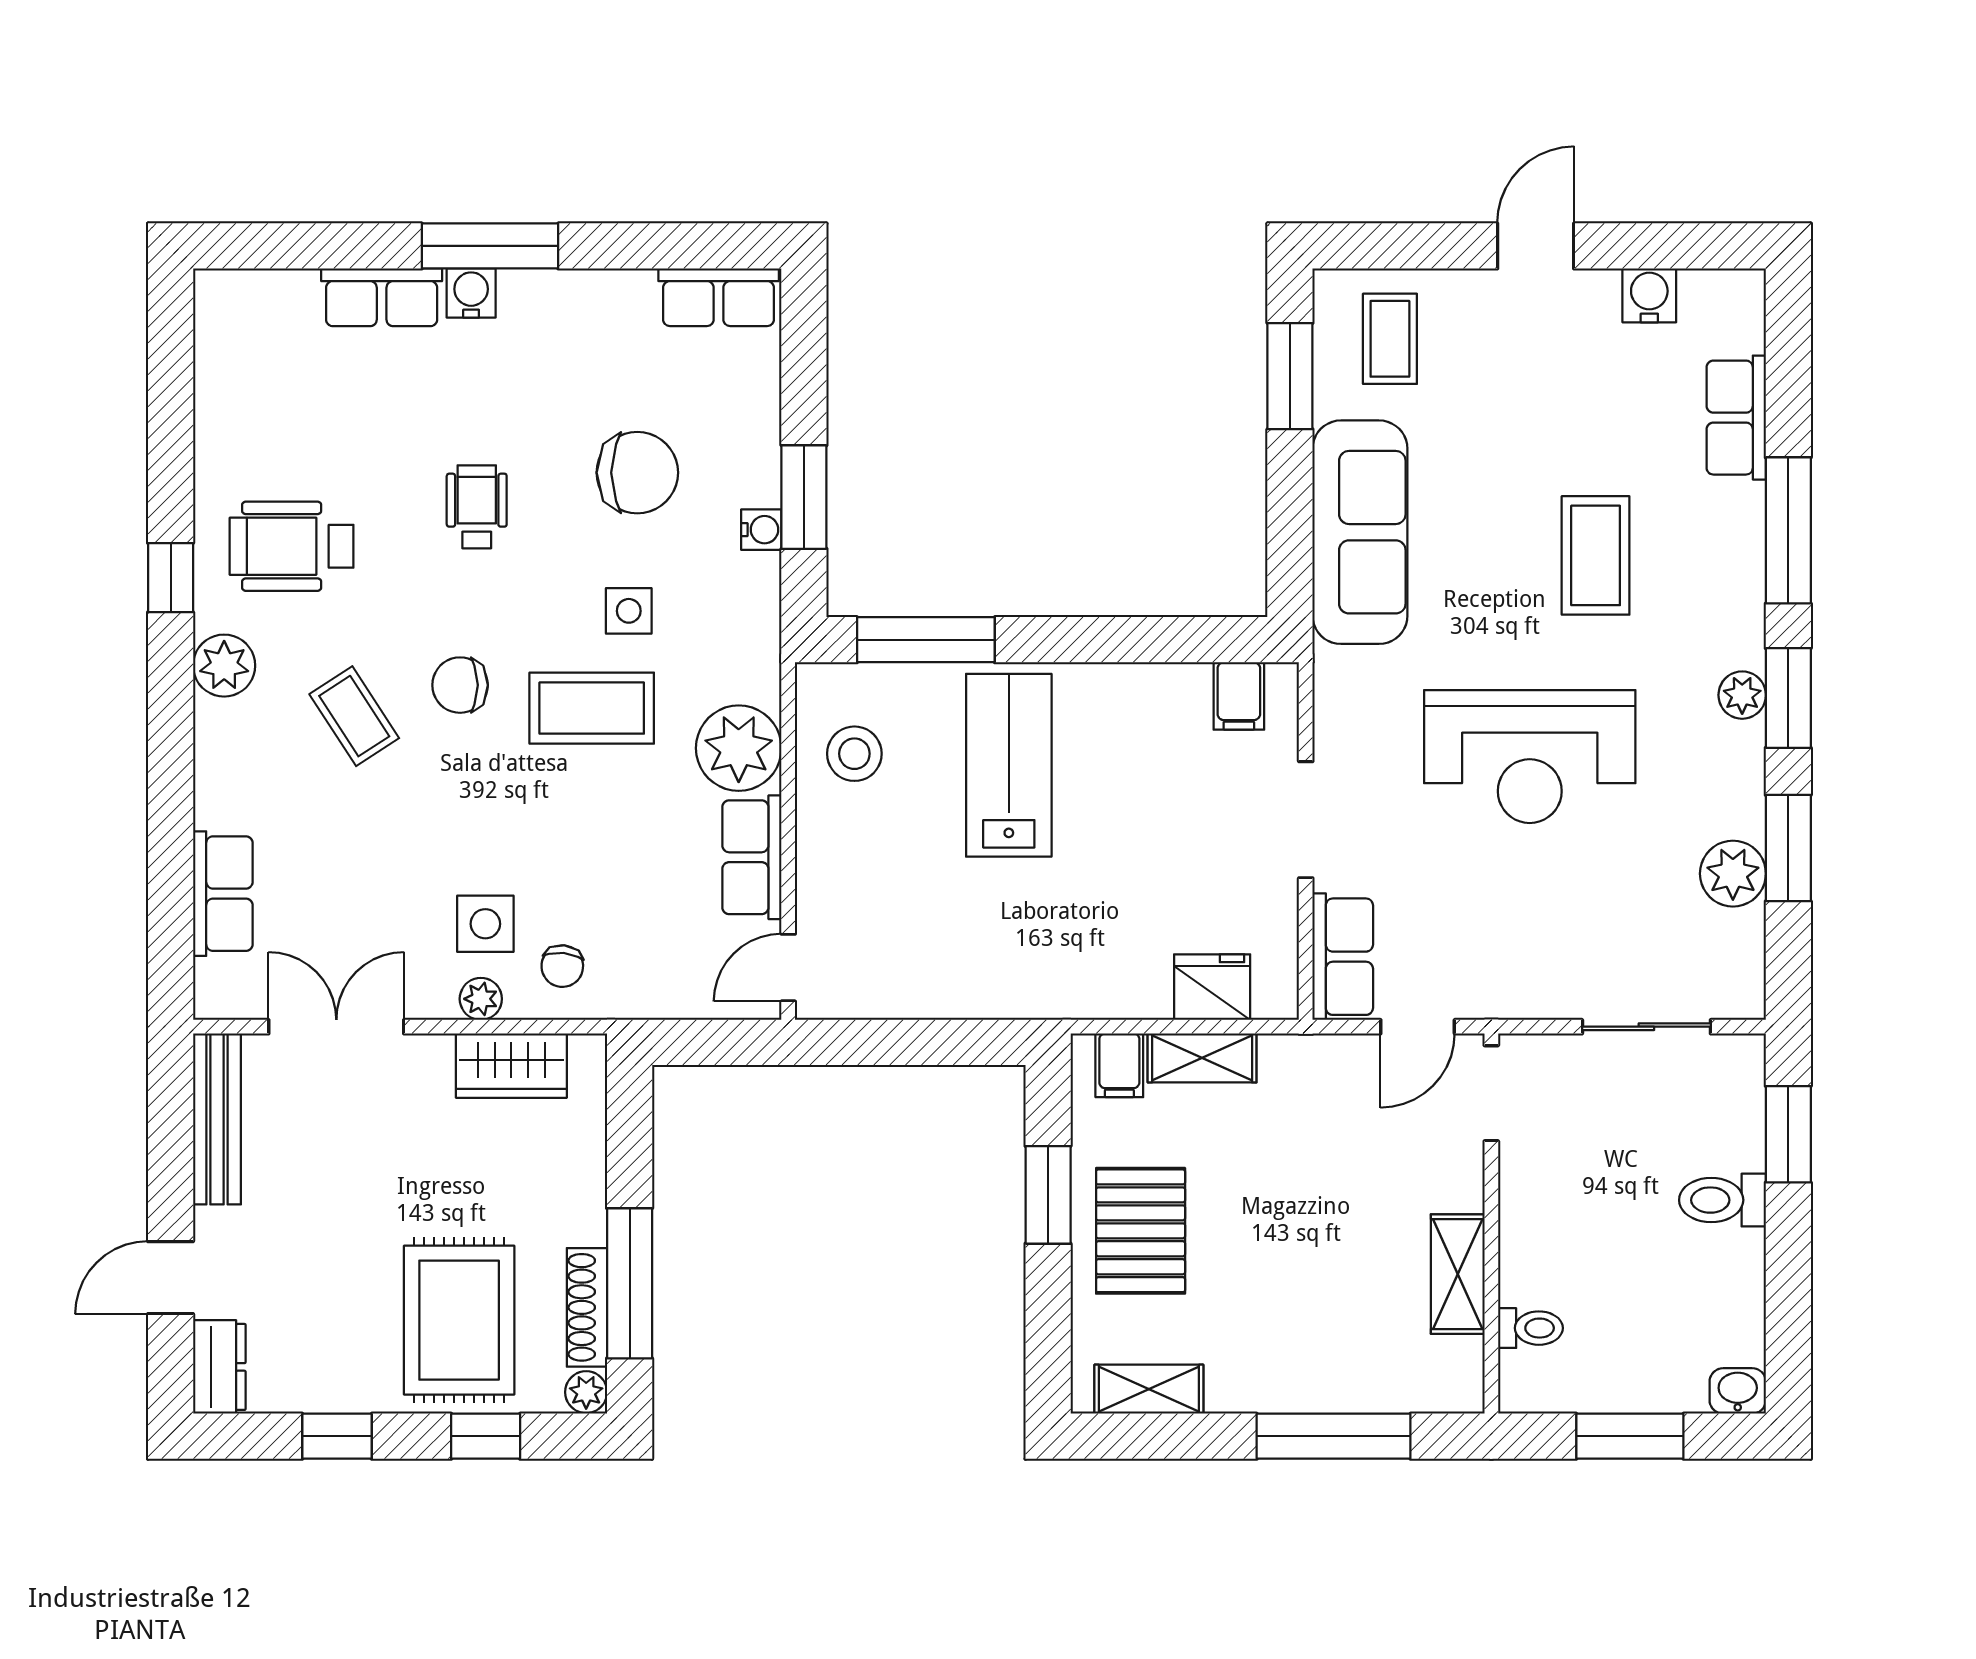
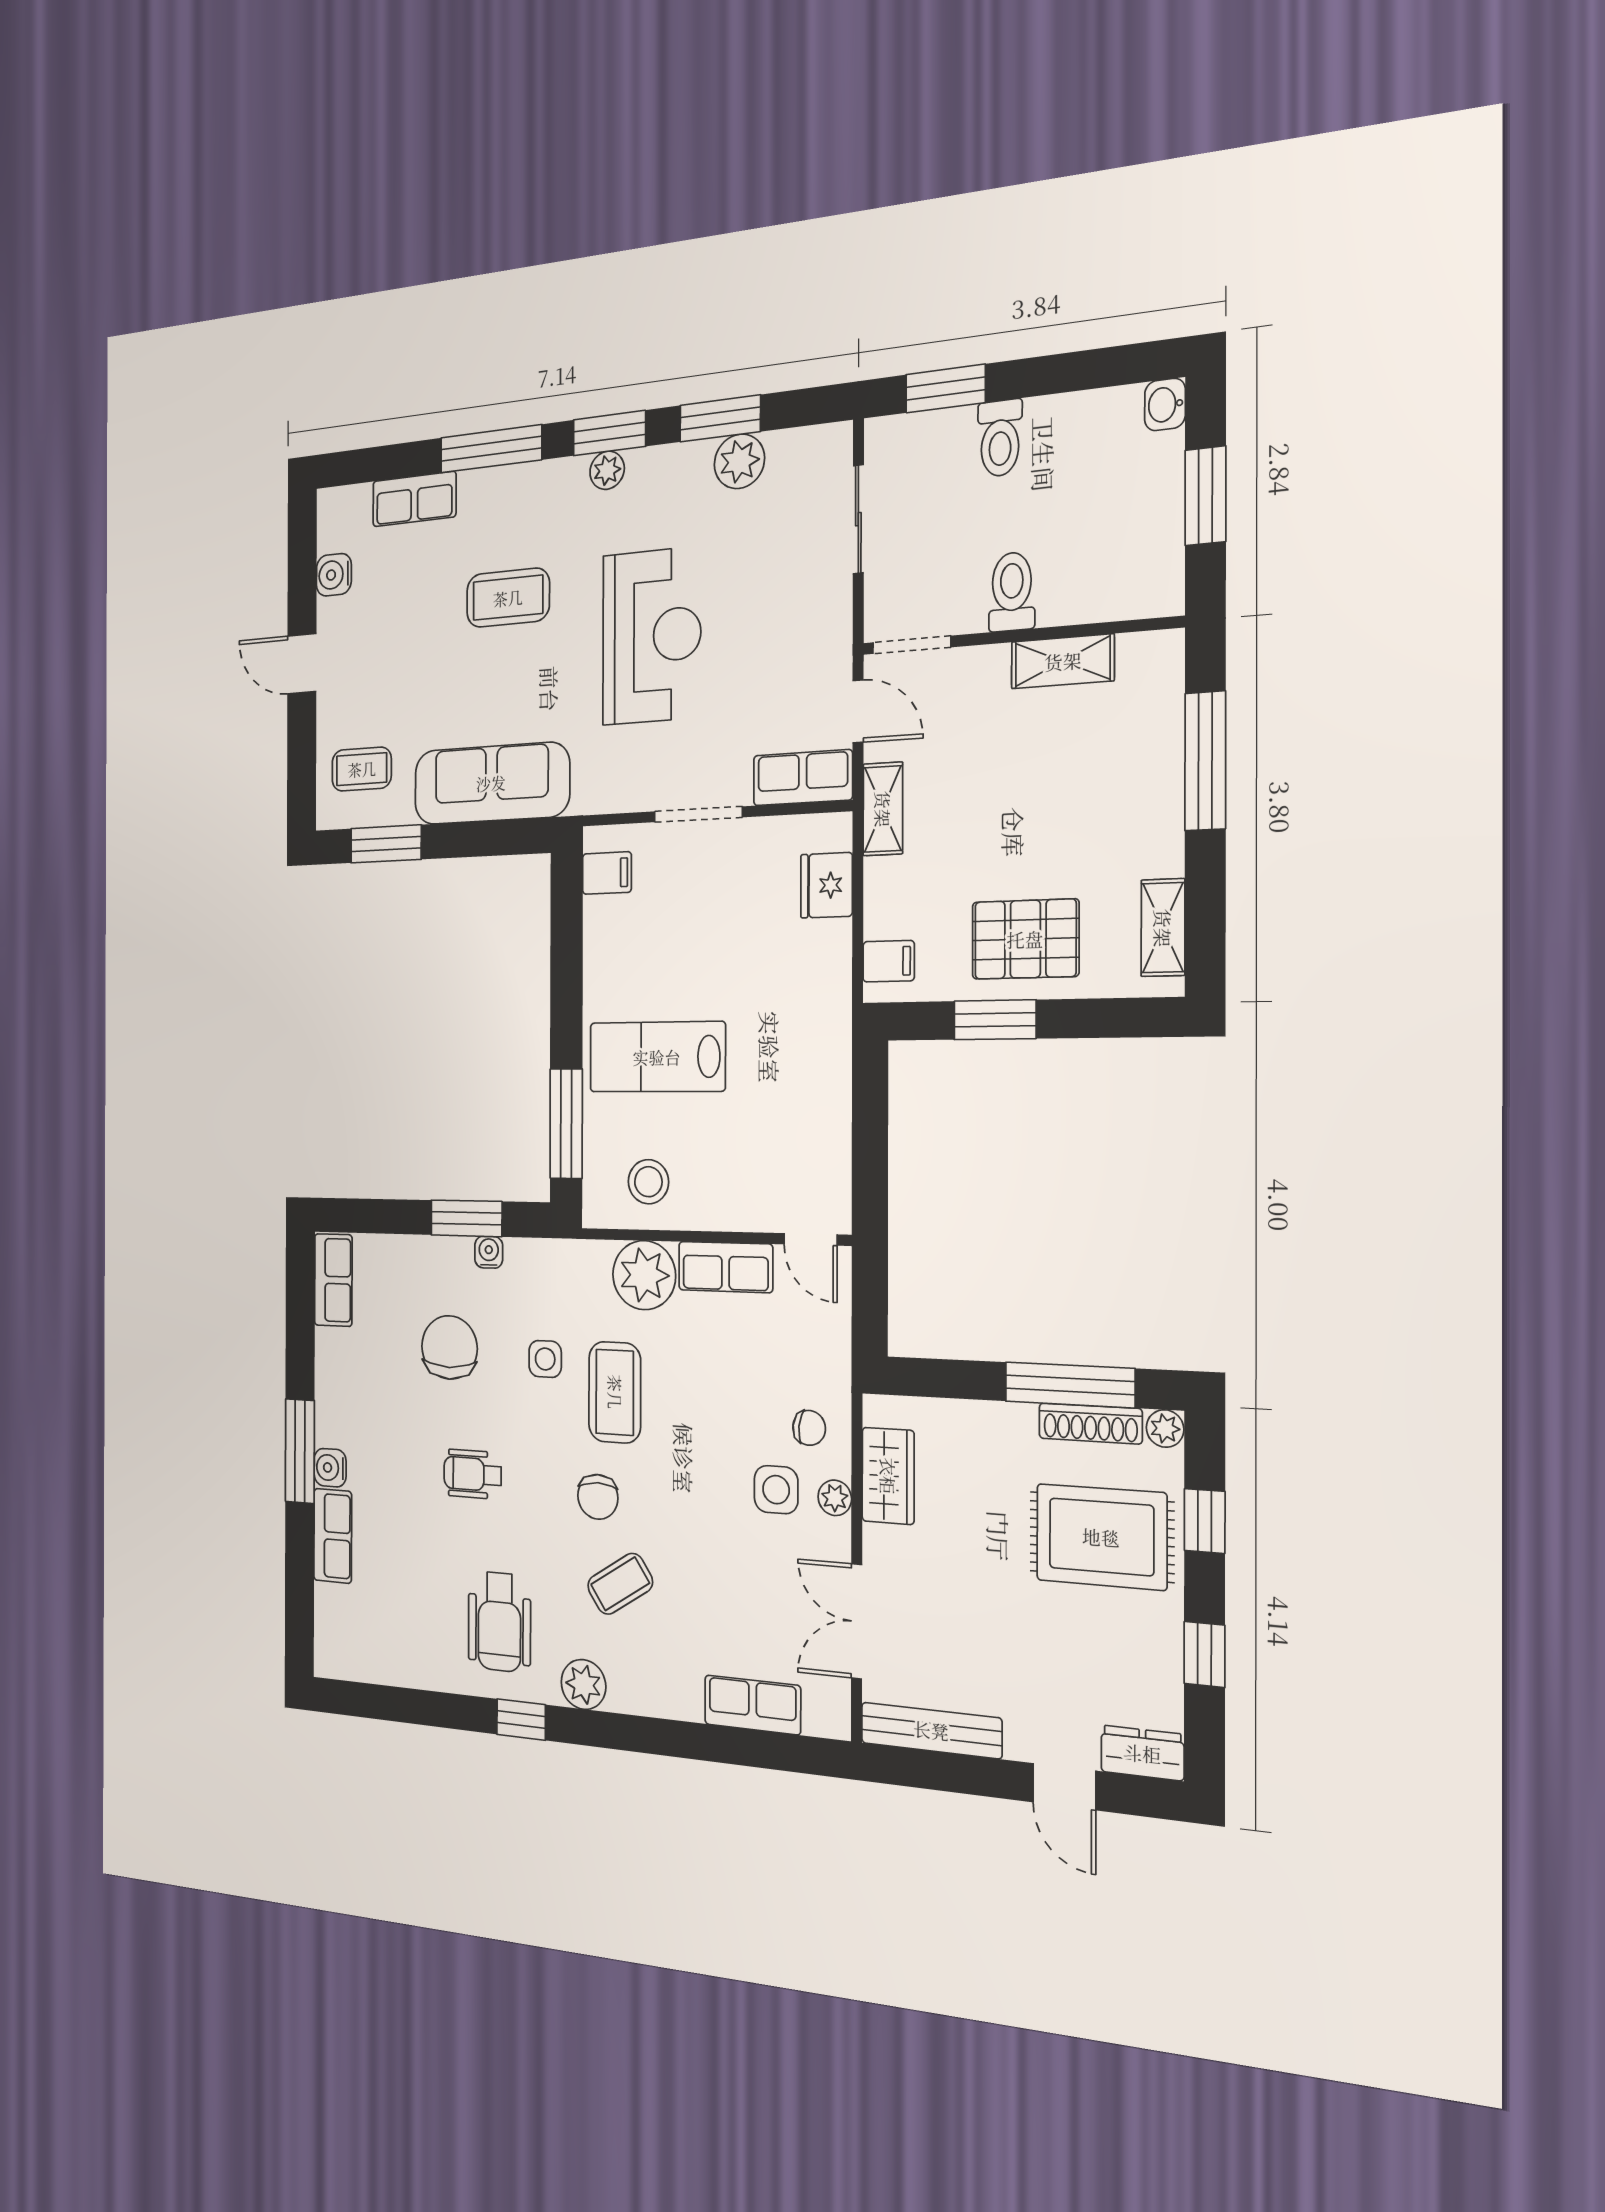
shelving: (1202, 1058) -> (883, 809), moved
toilet: (1530, 1328) -> (1012, 592), moved, width x1.37, depth x1.39

